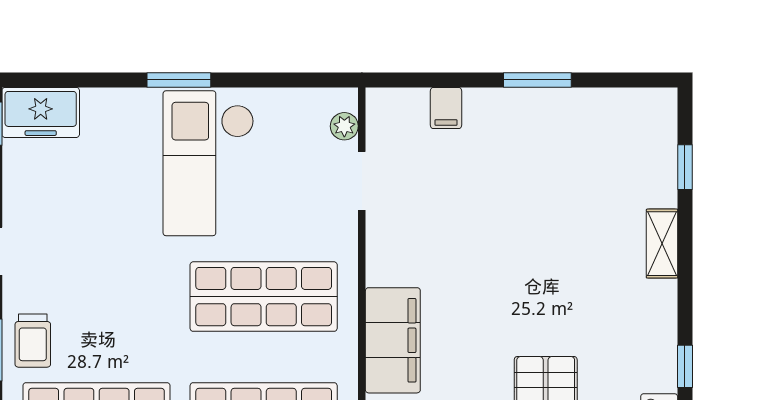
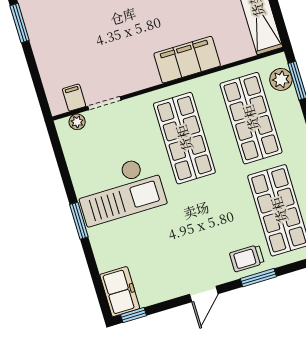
filing cabinet: (446, 108) -> (74, 98), moved, turned -90
trolley: (33, 341) -> (247, 258), turned 180

